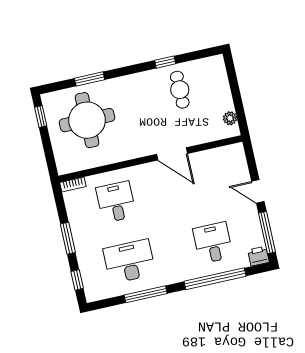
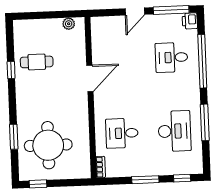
desk: (129, 261) -> (174, 131), turned 180

